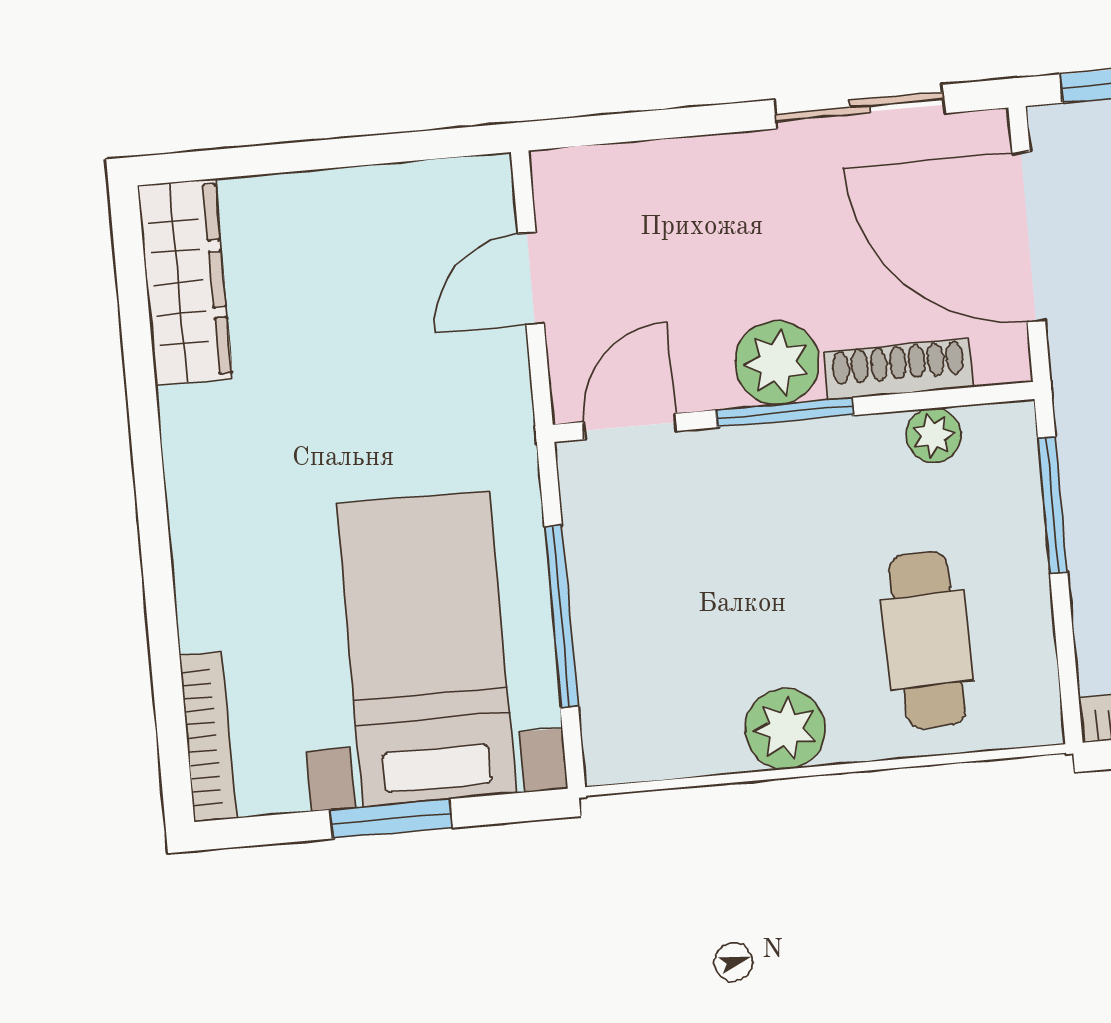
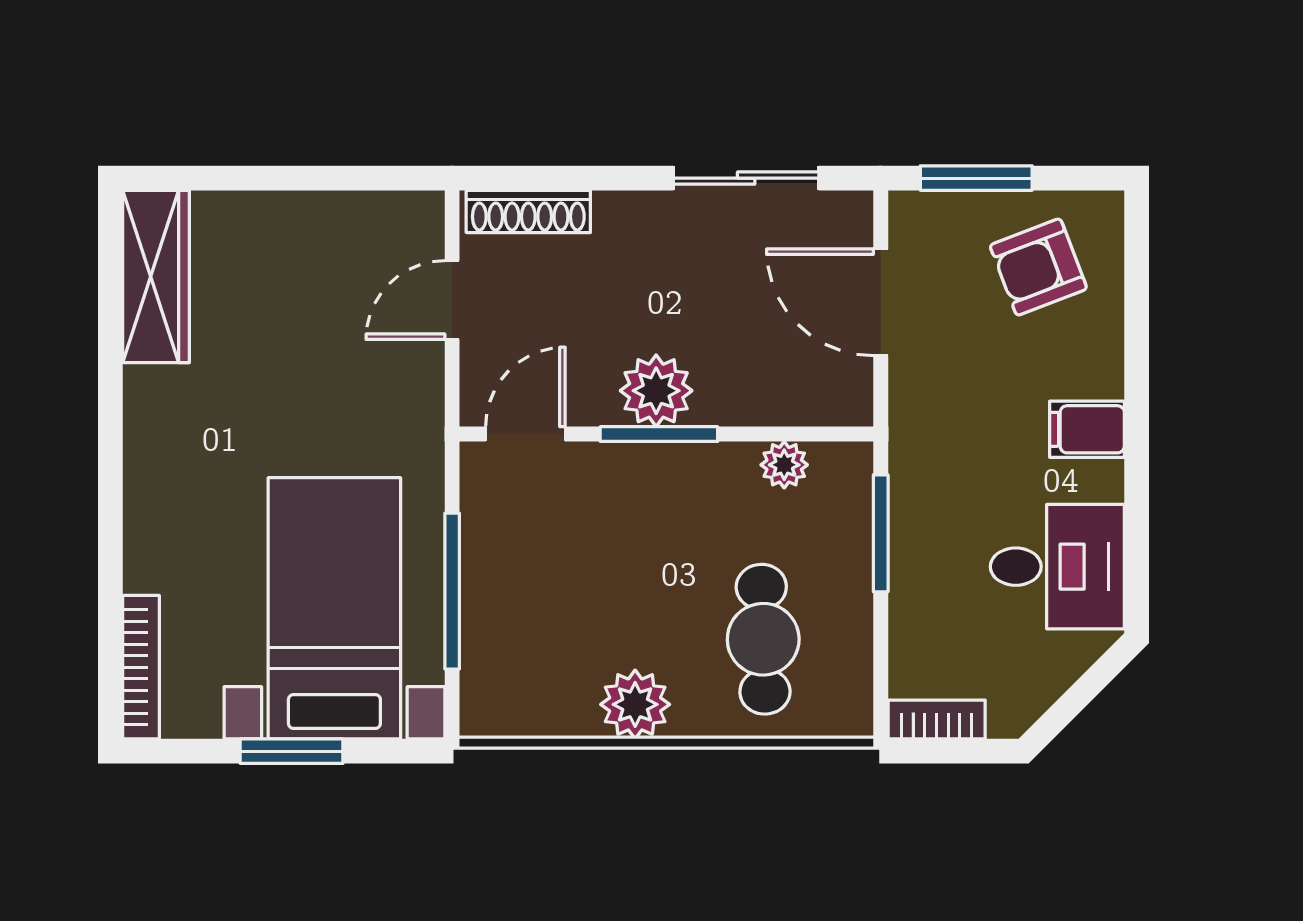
door: (1029, 237) -> (881, 302), width x0.73
shoe rack: (898, 369) -> (528, 211), moved, turned 180

